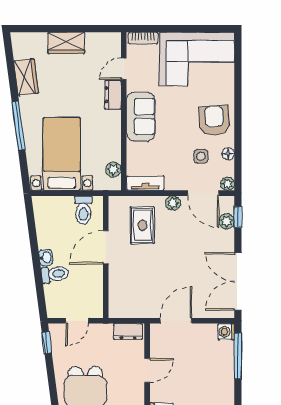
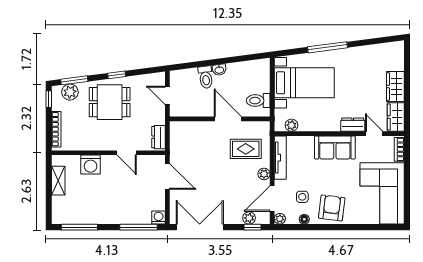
wardrobe: (26, 77) -> (396, 117), moved, turned 97
armchair: (214, 120) -> (332, 208), turned -79
tv unit: (145, 183) -> (280, 158), width x1.41
window: (47, 343) -> (117, 75), moved

